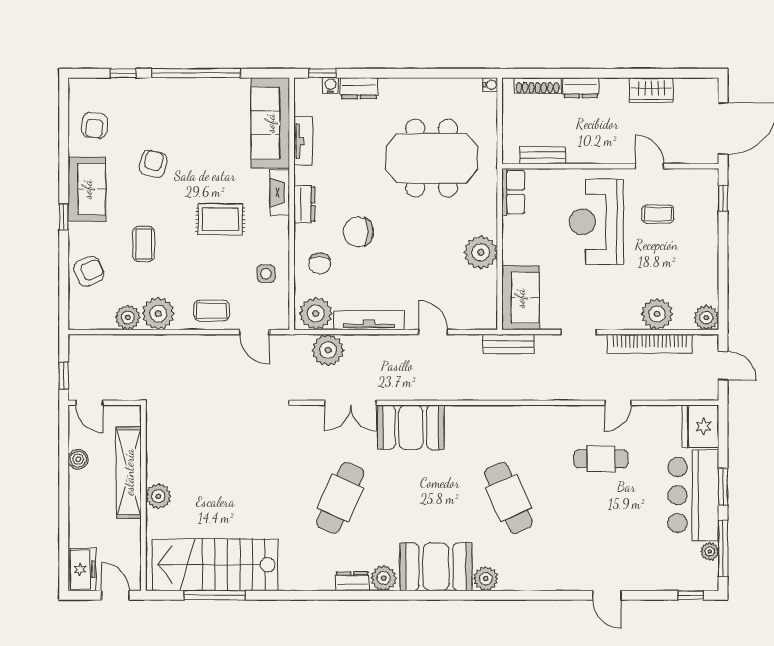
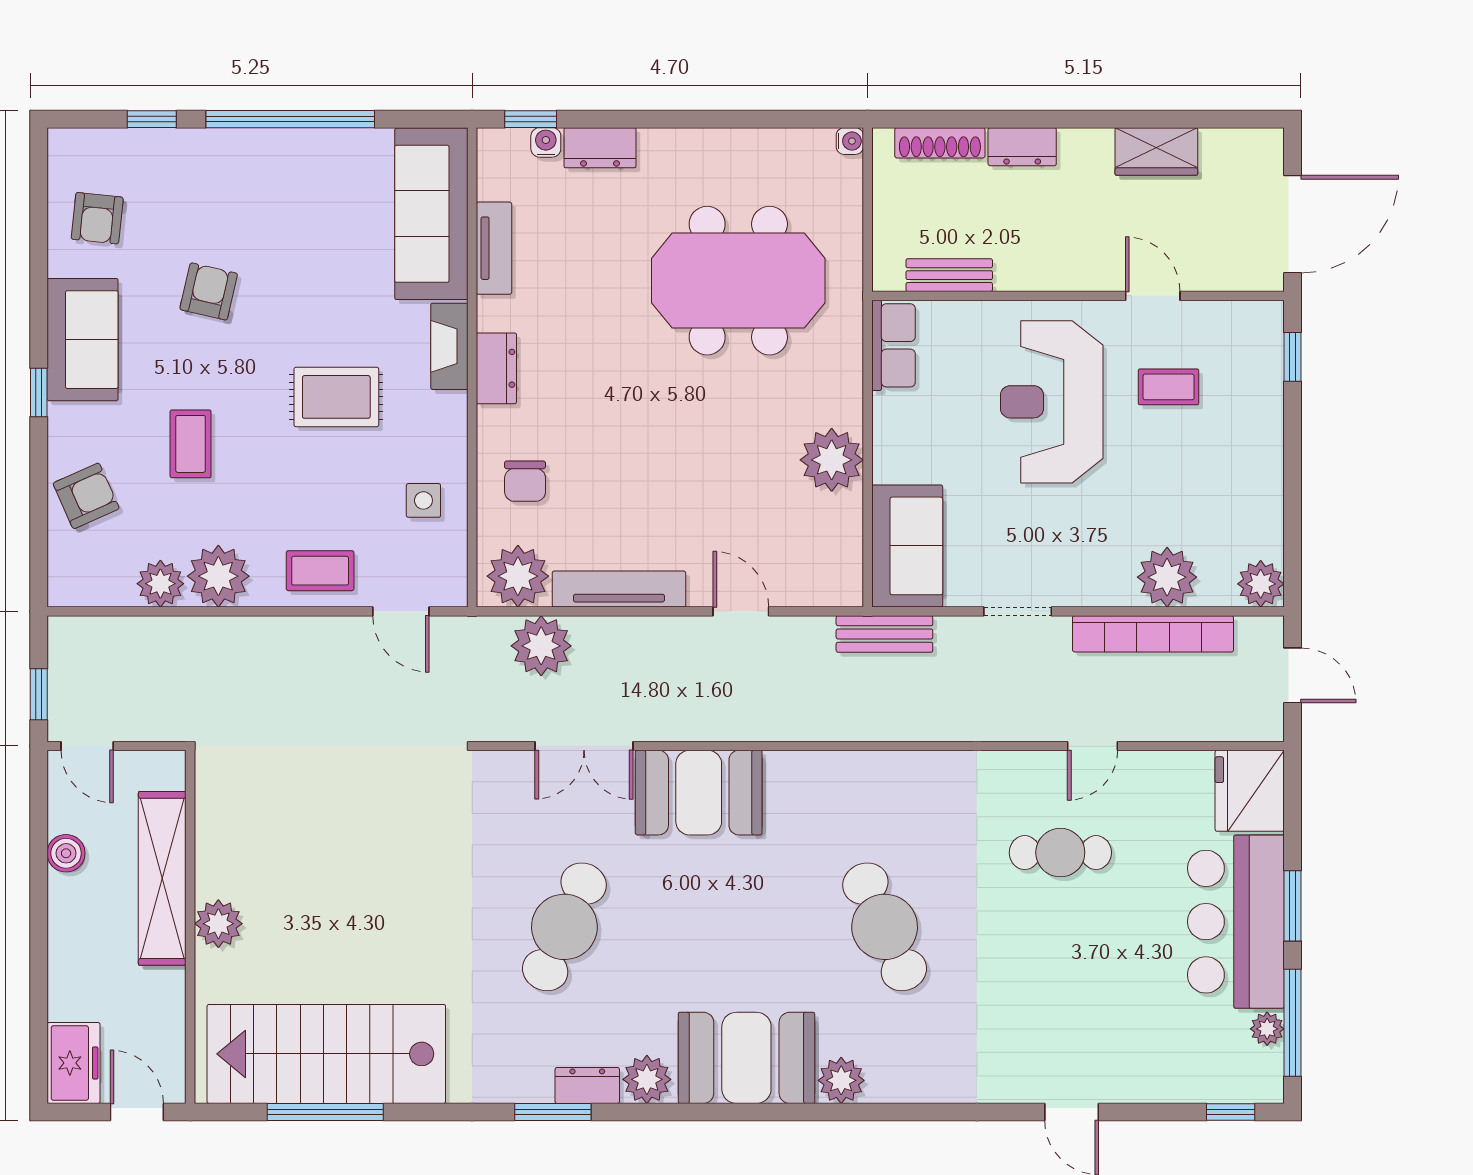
chair: (358, 232) -> (599, 421), removed
window: (334, 595) -> (553, 1112), added

